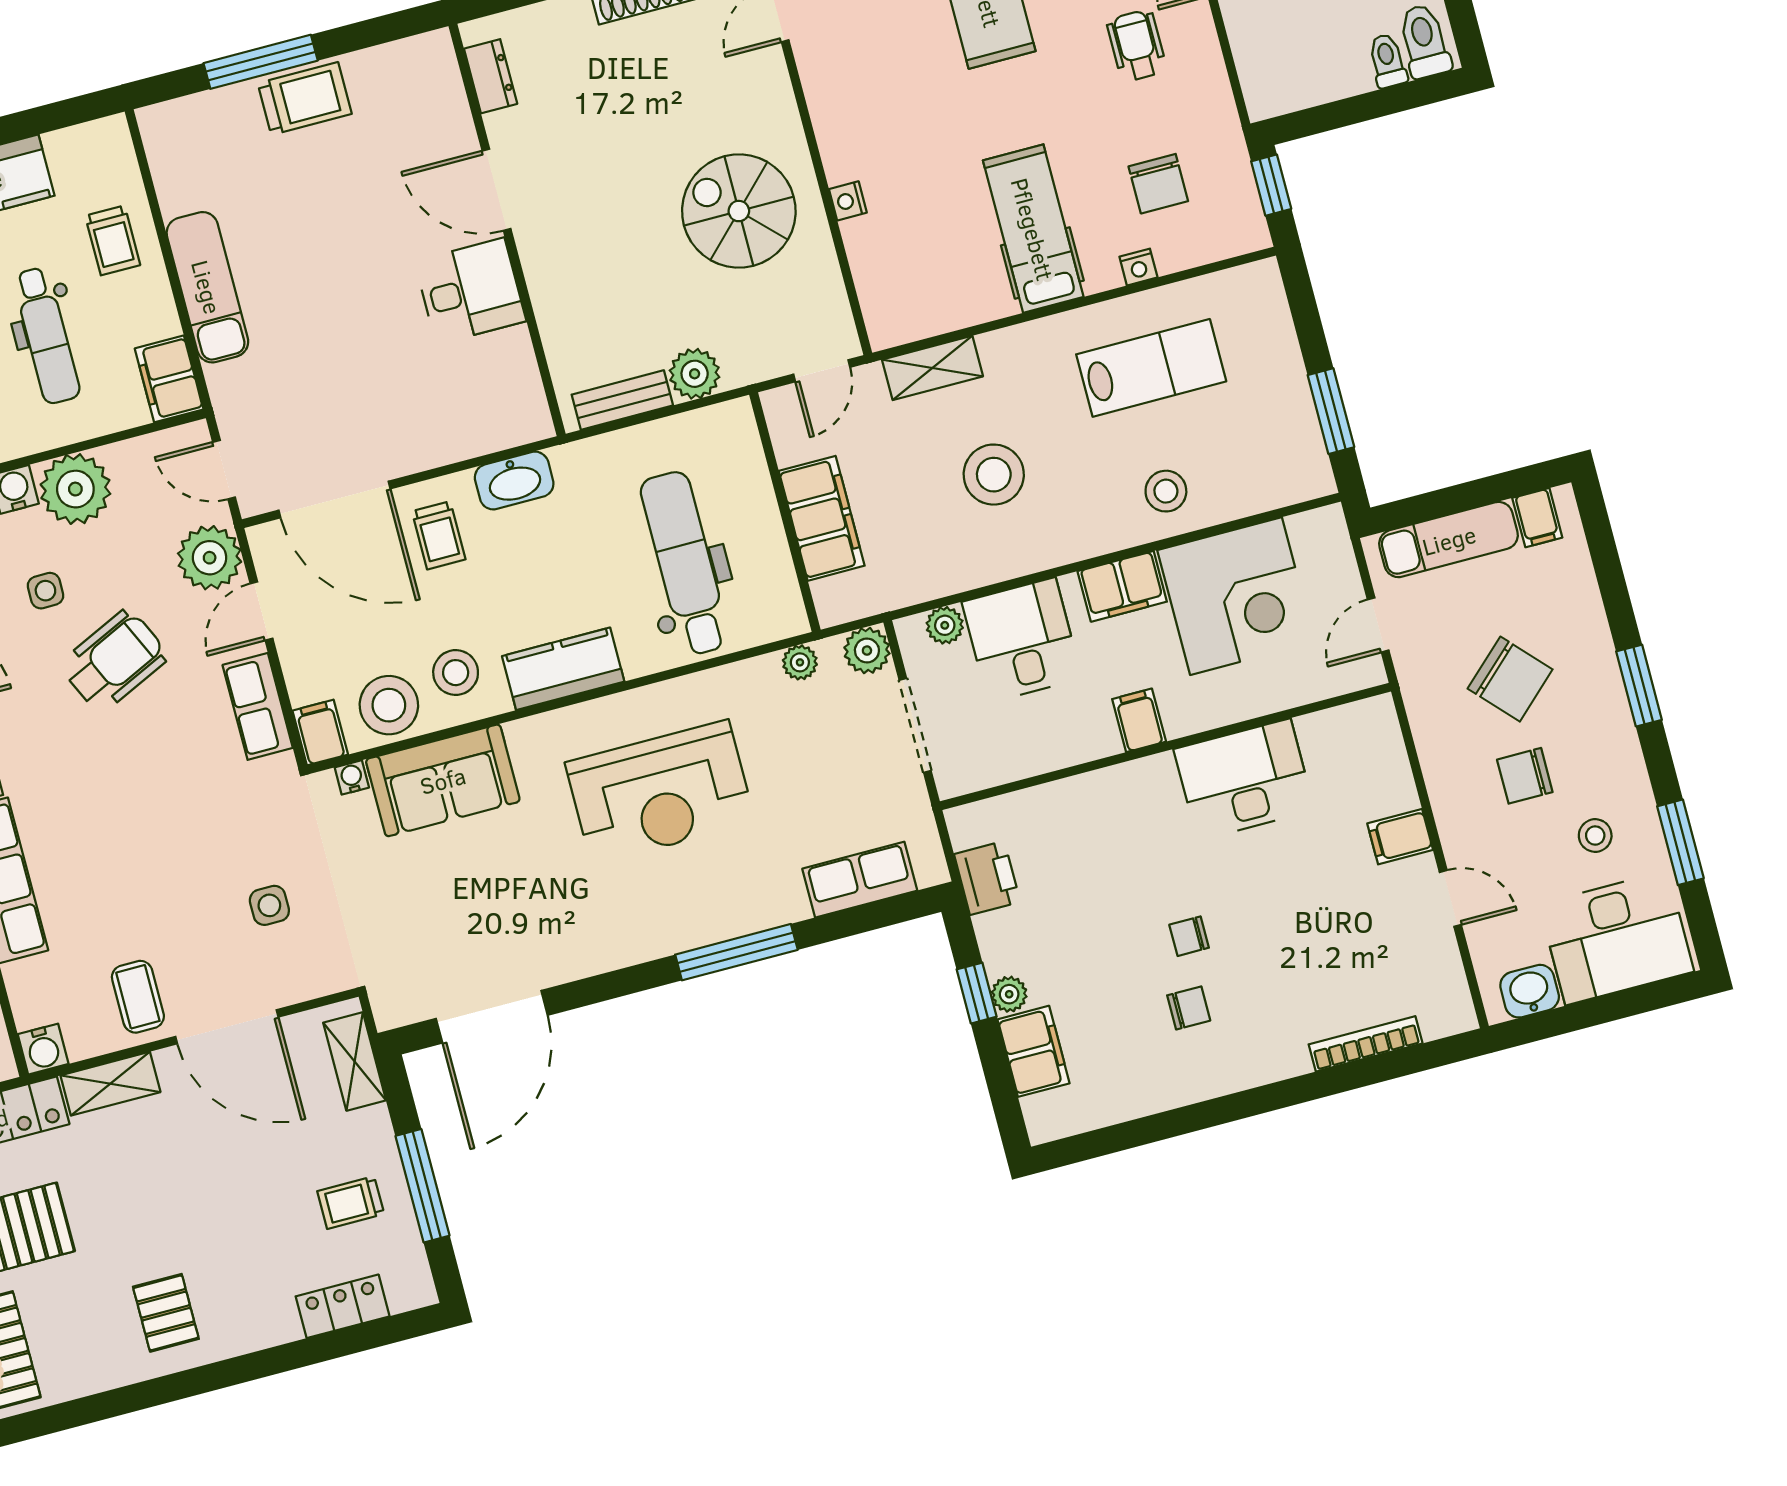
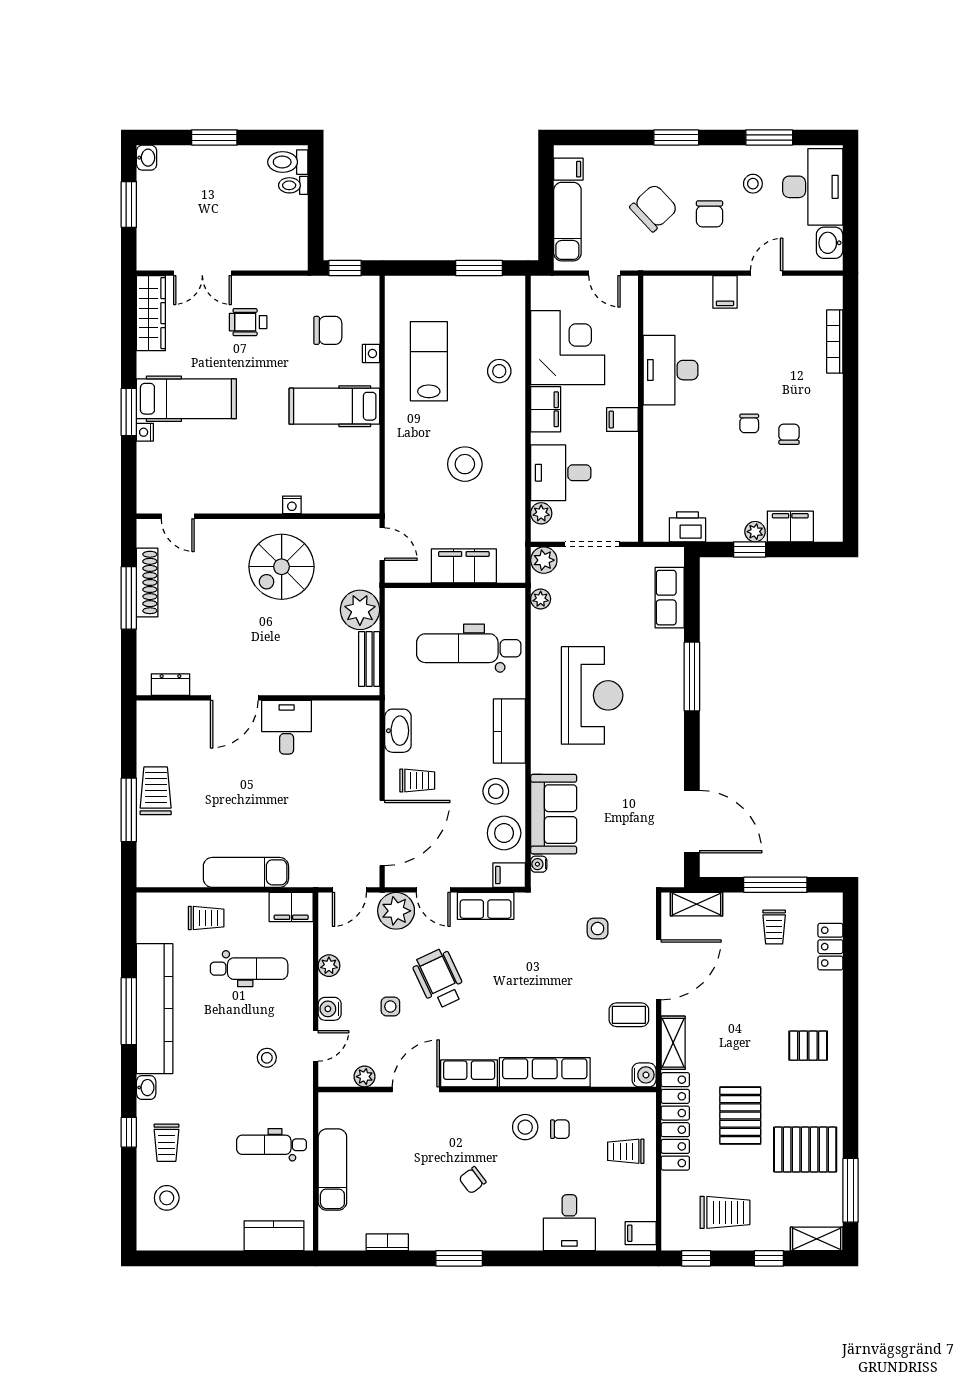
shelving: (932, 368) -> (397, 482), removed
plant: (695, 374) -> (360, 610), width x1.36, depth x1.36
plant: (75, 489) -> (329, 966), width x0.53, depth x0.53

